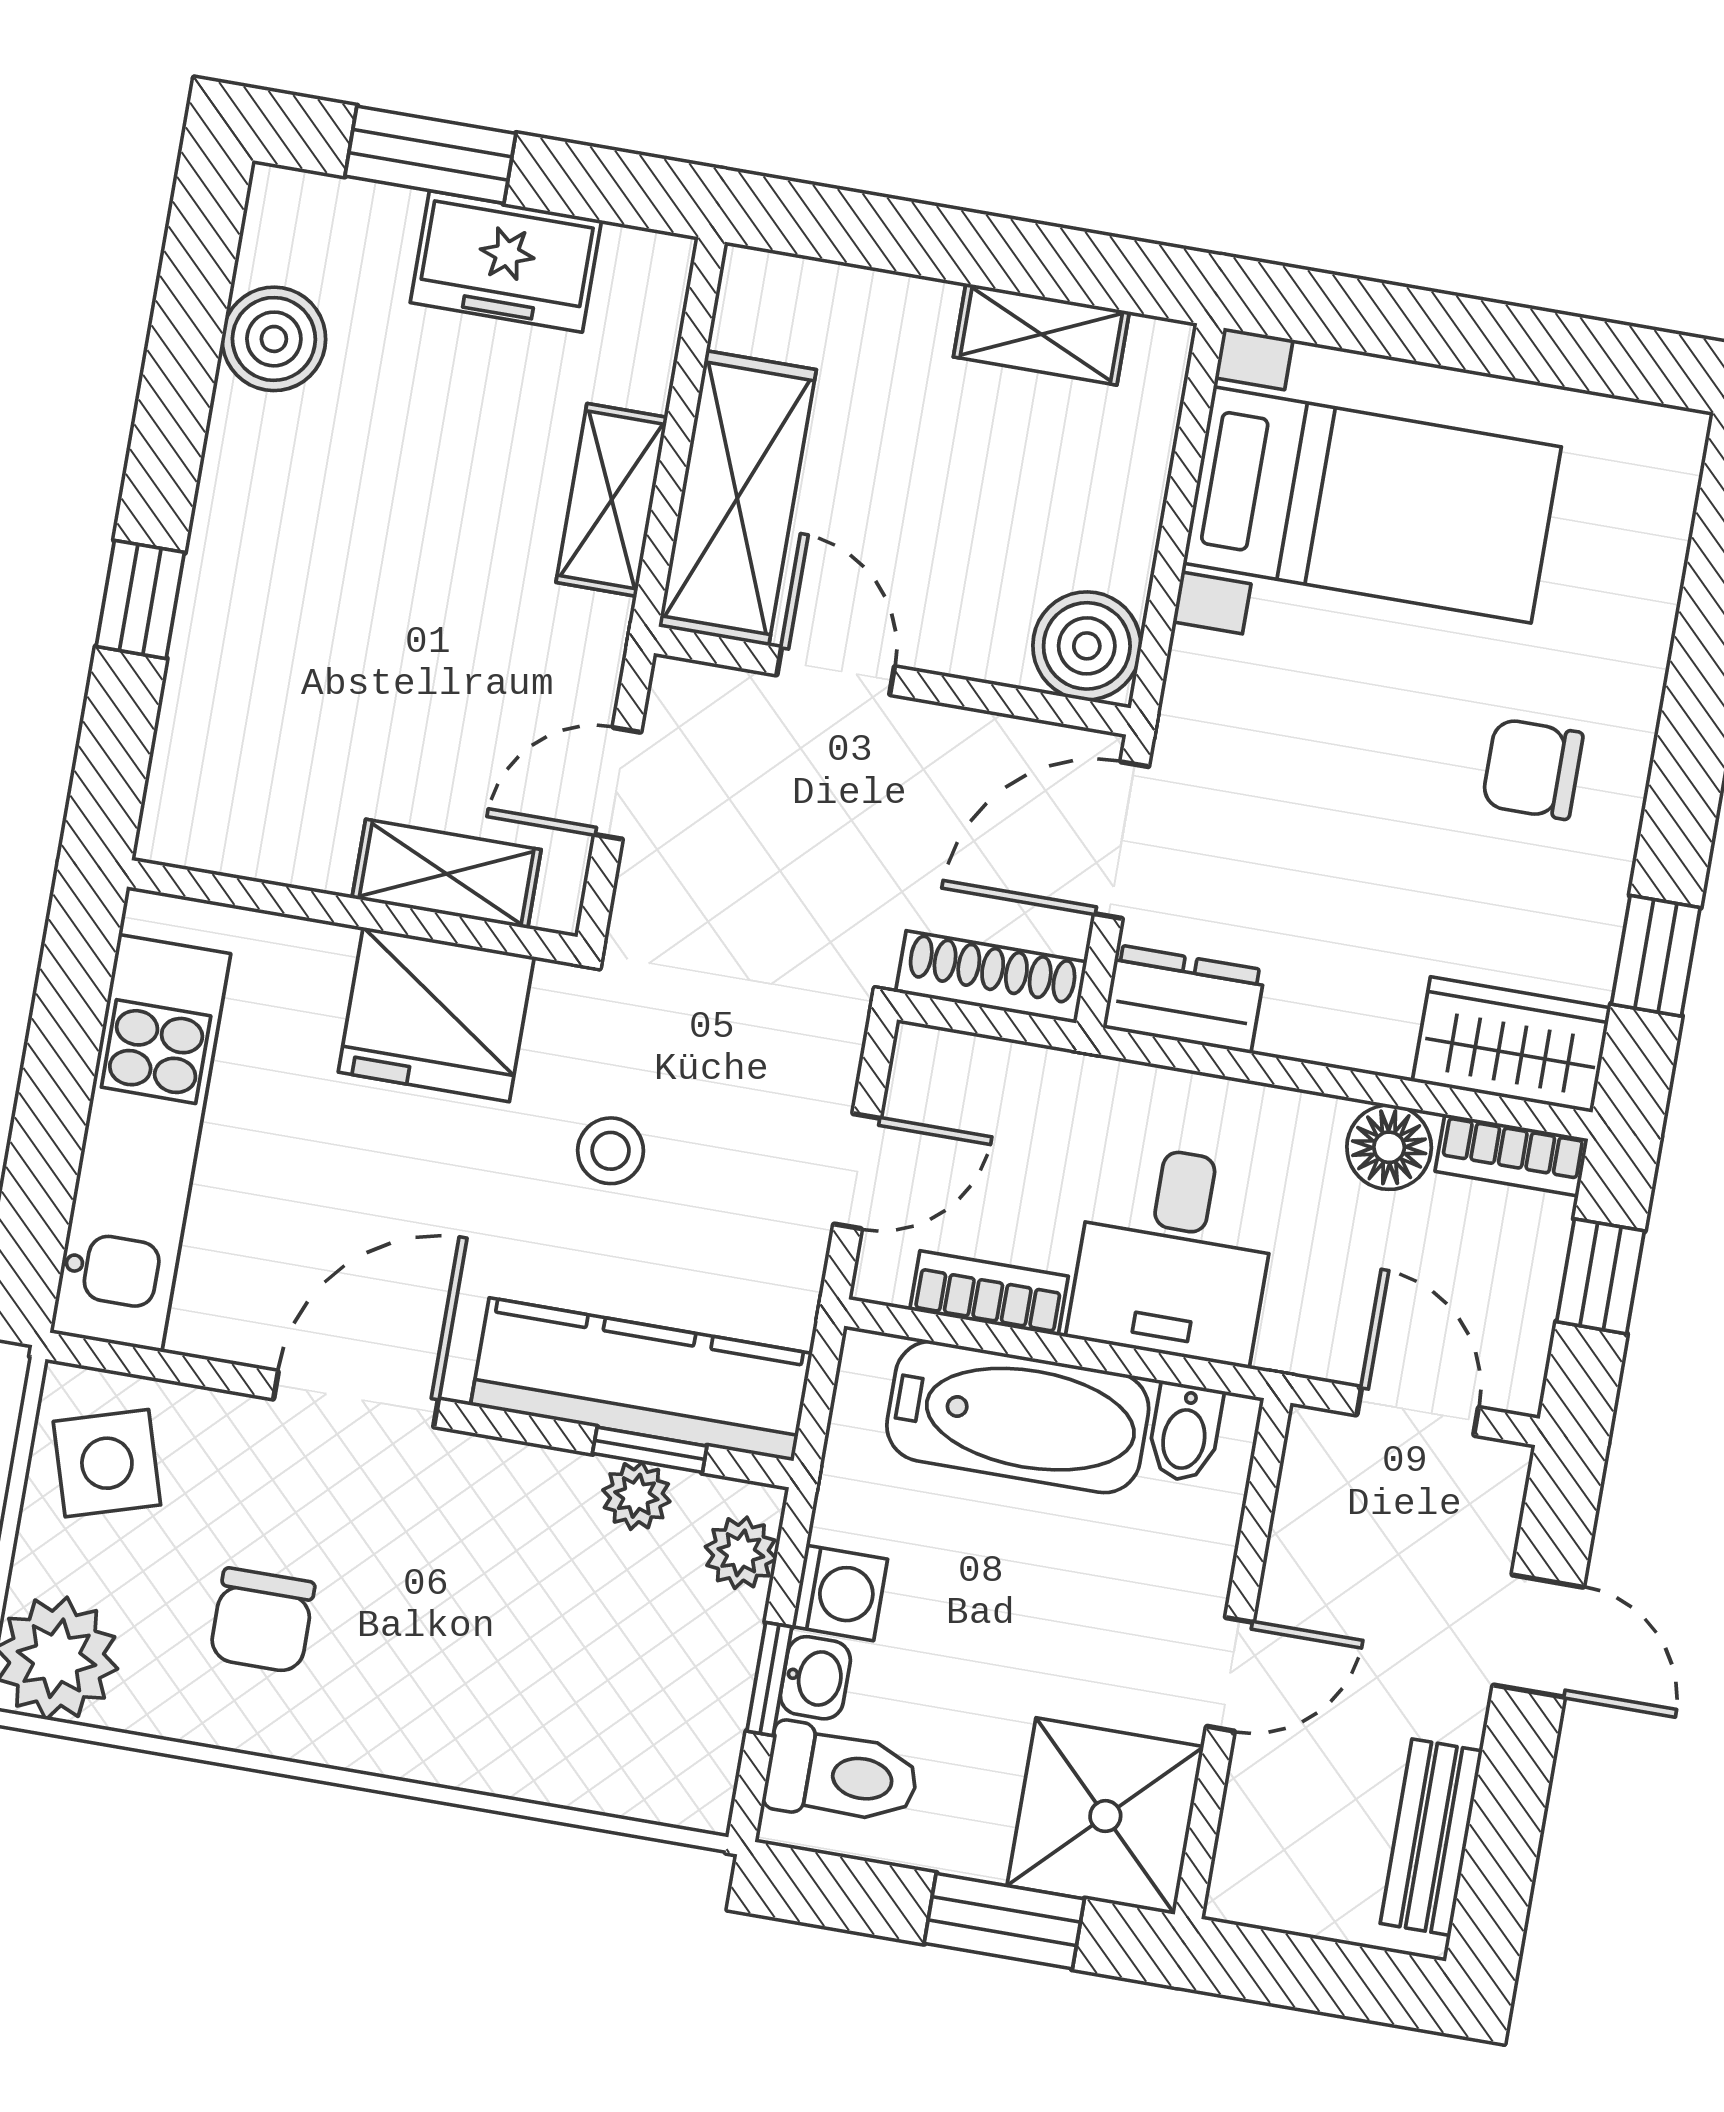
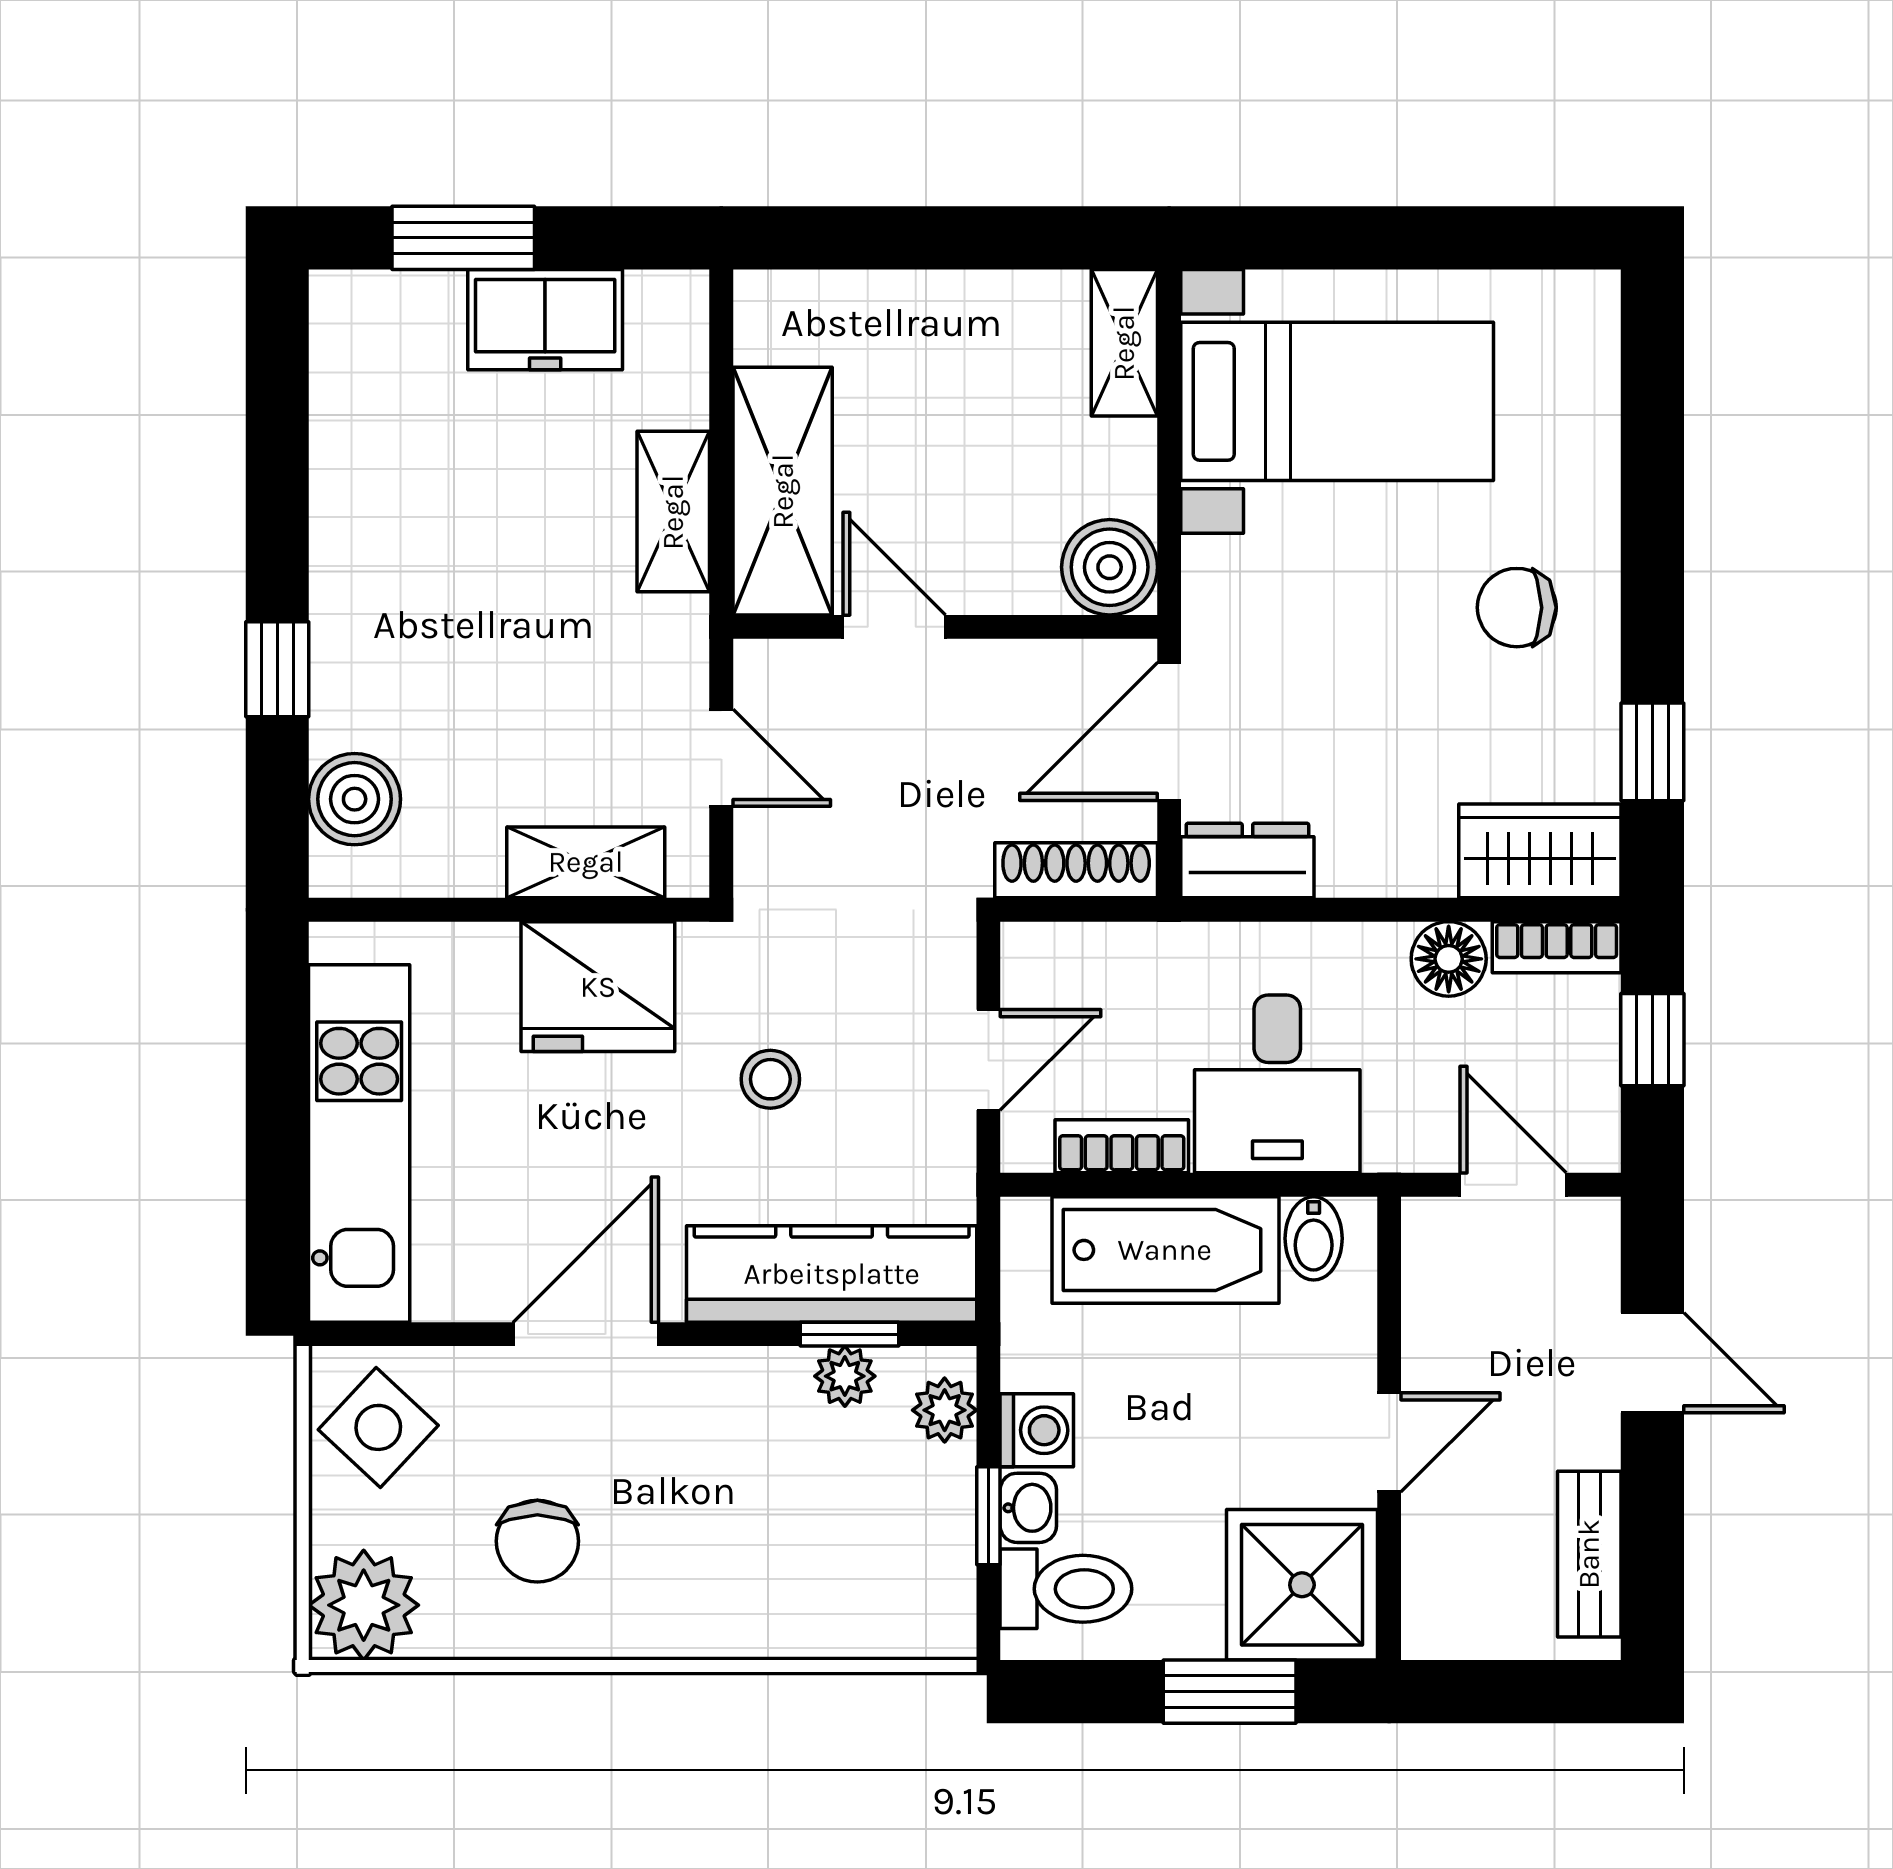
shelving: (1041, 334) -> (1124, 343), moved, turned 90
boiler: (274, 339) -> (355, 799), moved
door: (618, 783) -> (721, 758), swing flipped
side table: (107, 1463) -> (378, 1427), turned -30

